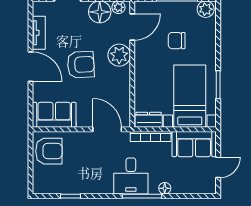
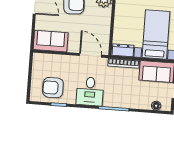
armchair: (49, 151) -> (53, 88), moved, turned 180
desk: (131, 176) -> (90, 91), moved
floor lamp: (165, 188) -> (156, 106), moved

